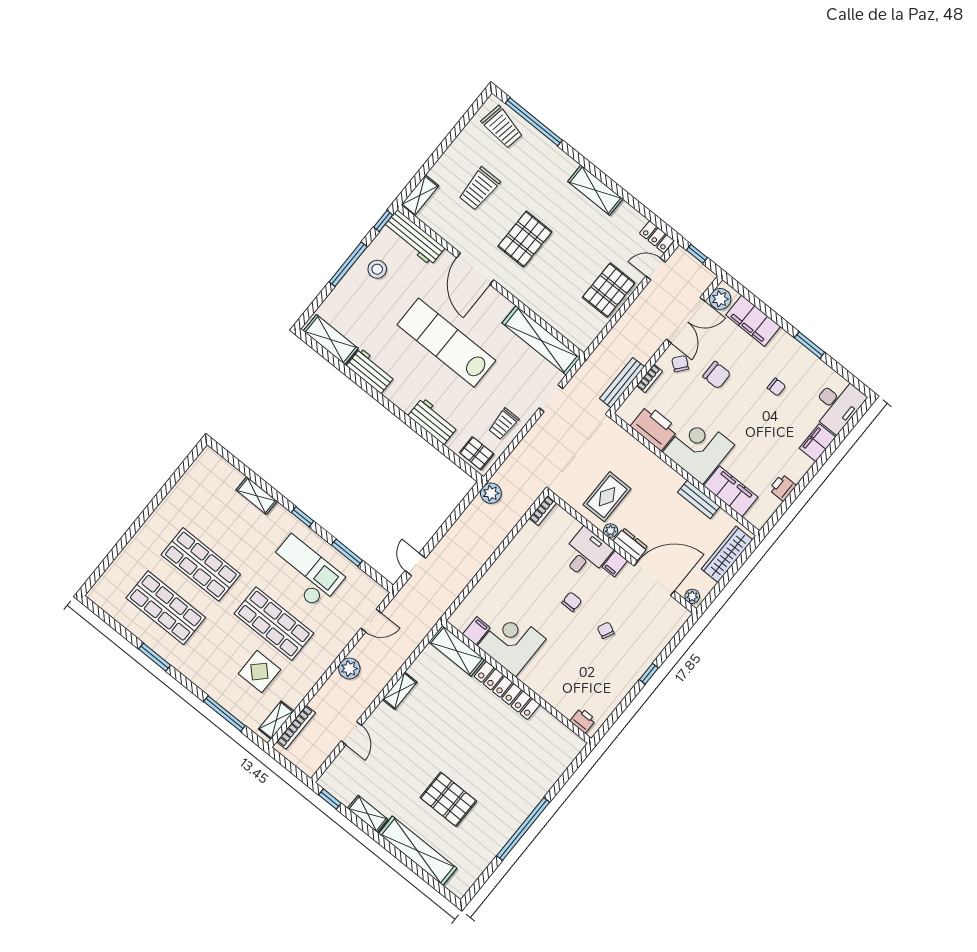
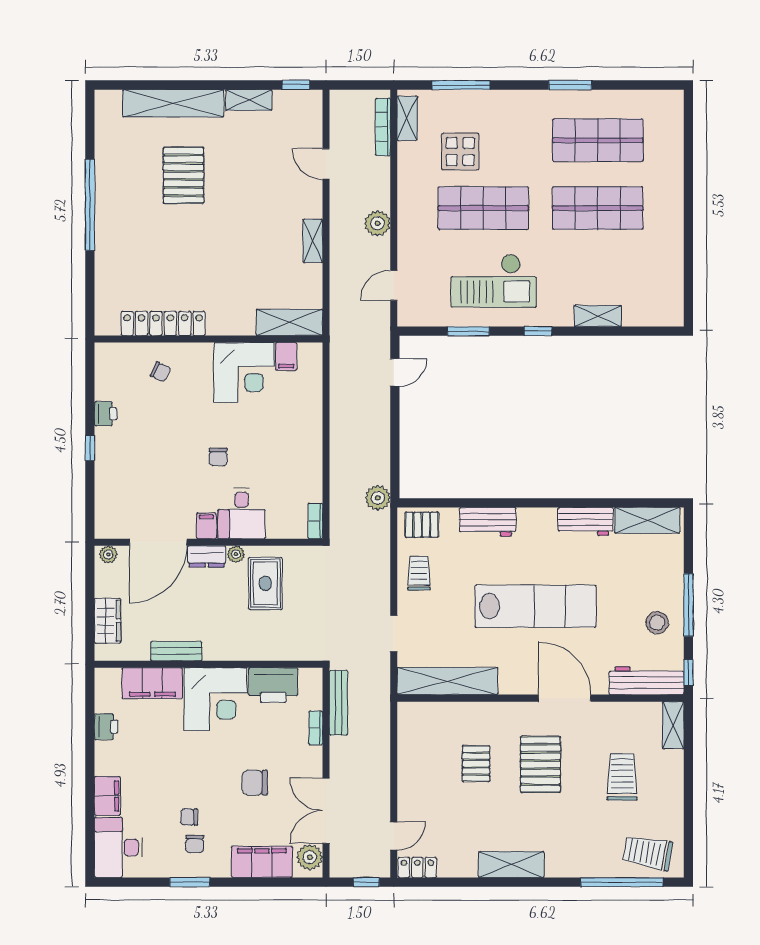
pallet: (609, 290) -> (476, 764), moved, width x0.67, depth x0.71
chair: (680, 364) -> (195, 844), moved, turned 51
wardrobe: (727, 554) -> (108, 621), width x0.67
door: (415, 564) -> (395, 372), hinge flipped
chair: (606, 630) -> (160, 372), moved
locker: (507, 690) -> (163, 323), moved
printer: (583, 720) -> (106, 414), moved, turned -90
pallet: (448, 799) -> (184, 175), turned 90

